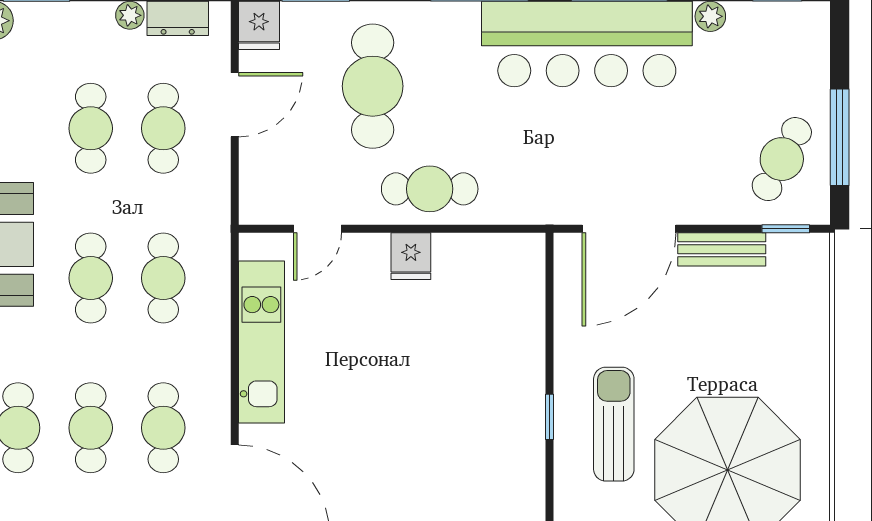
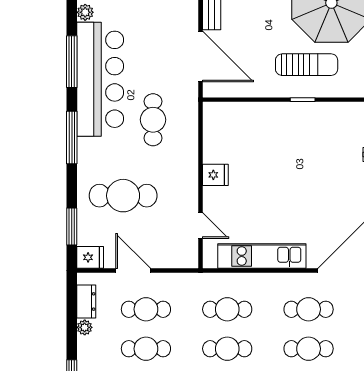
cafe table: (430, 189) -> (153, 120), moved
sun lounger: (614, 424) -> (307, 65), turned 180

